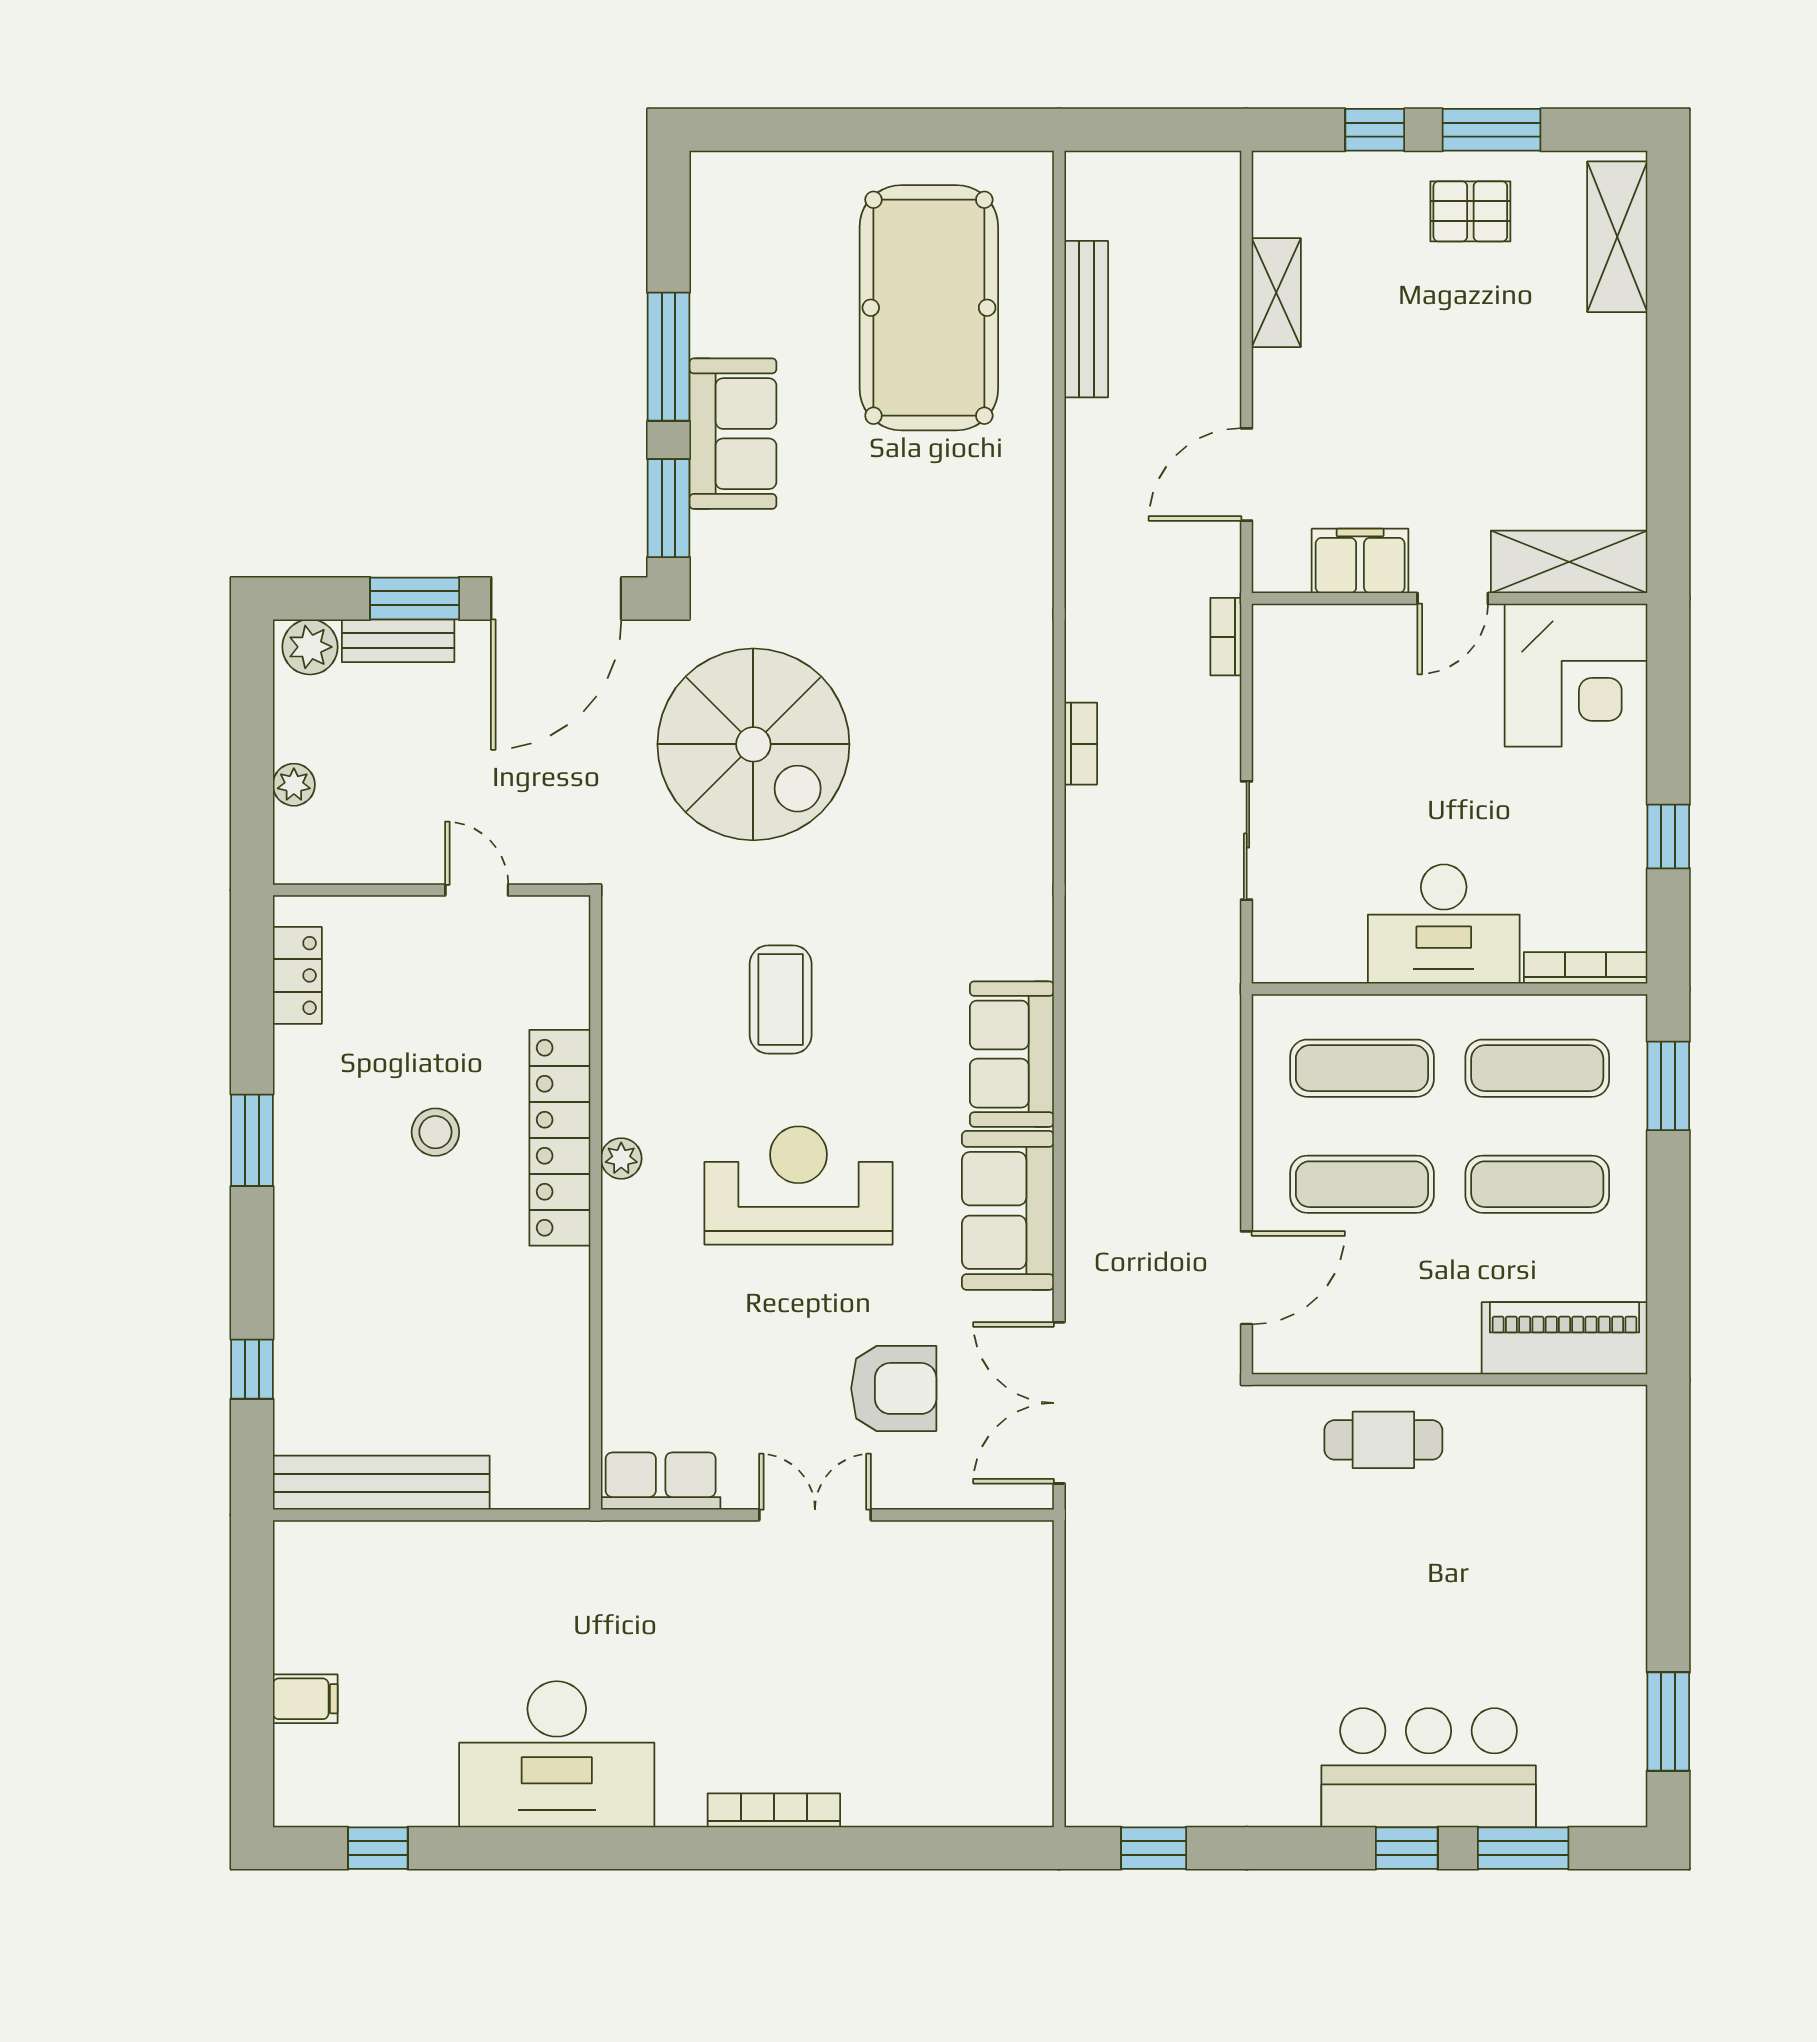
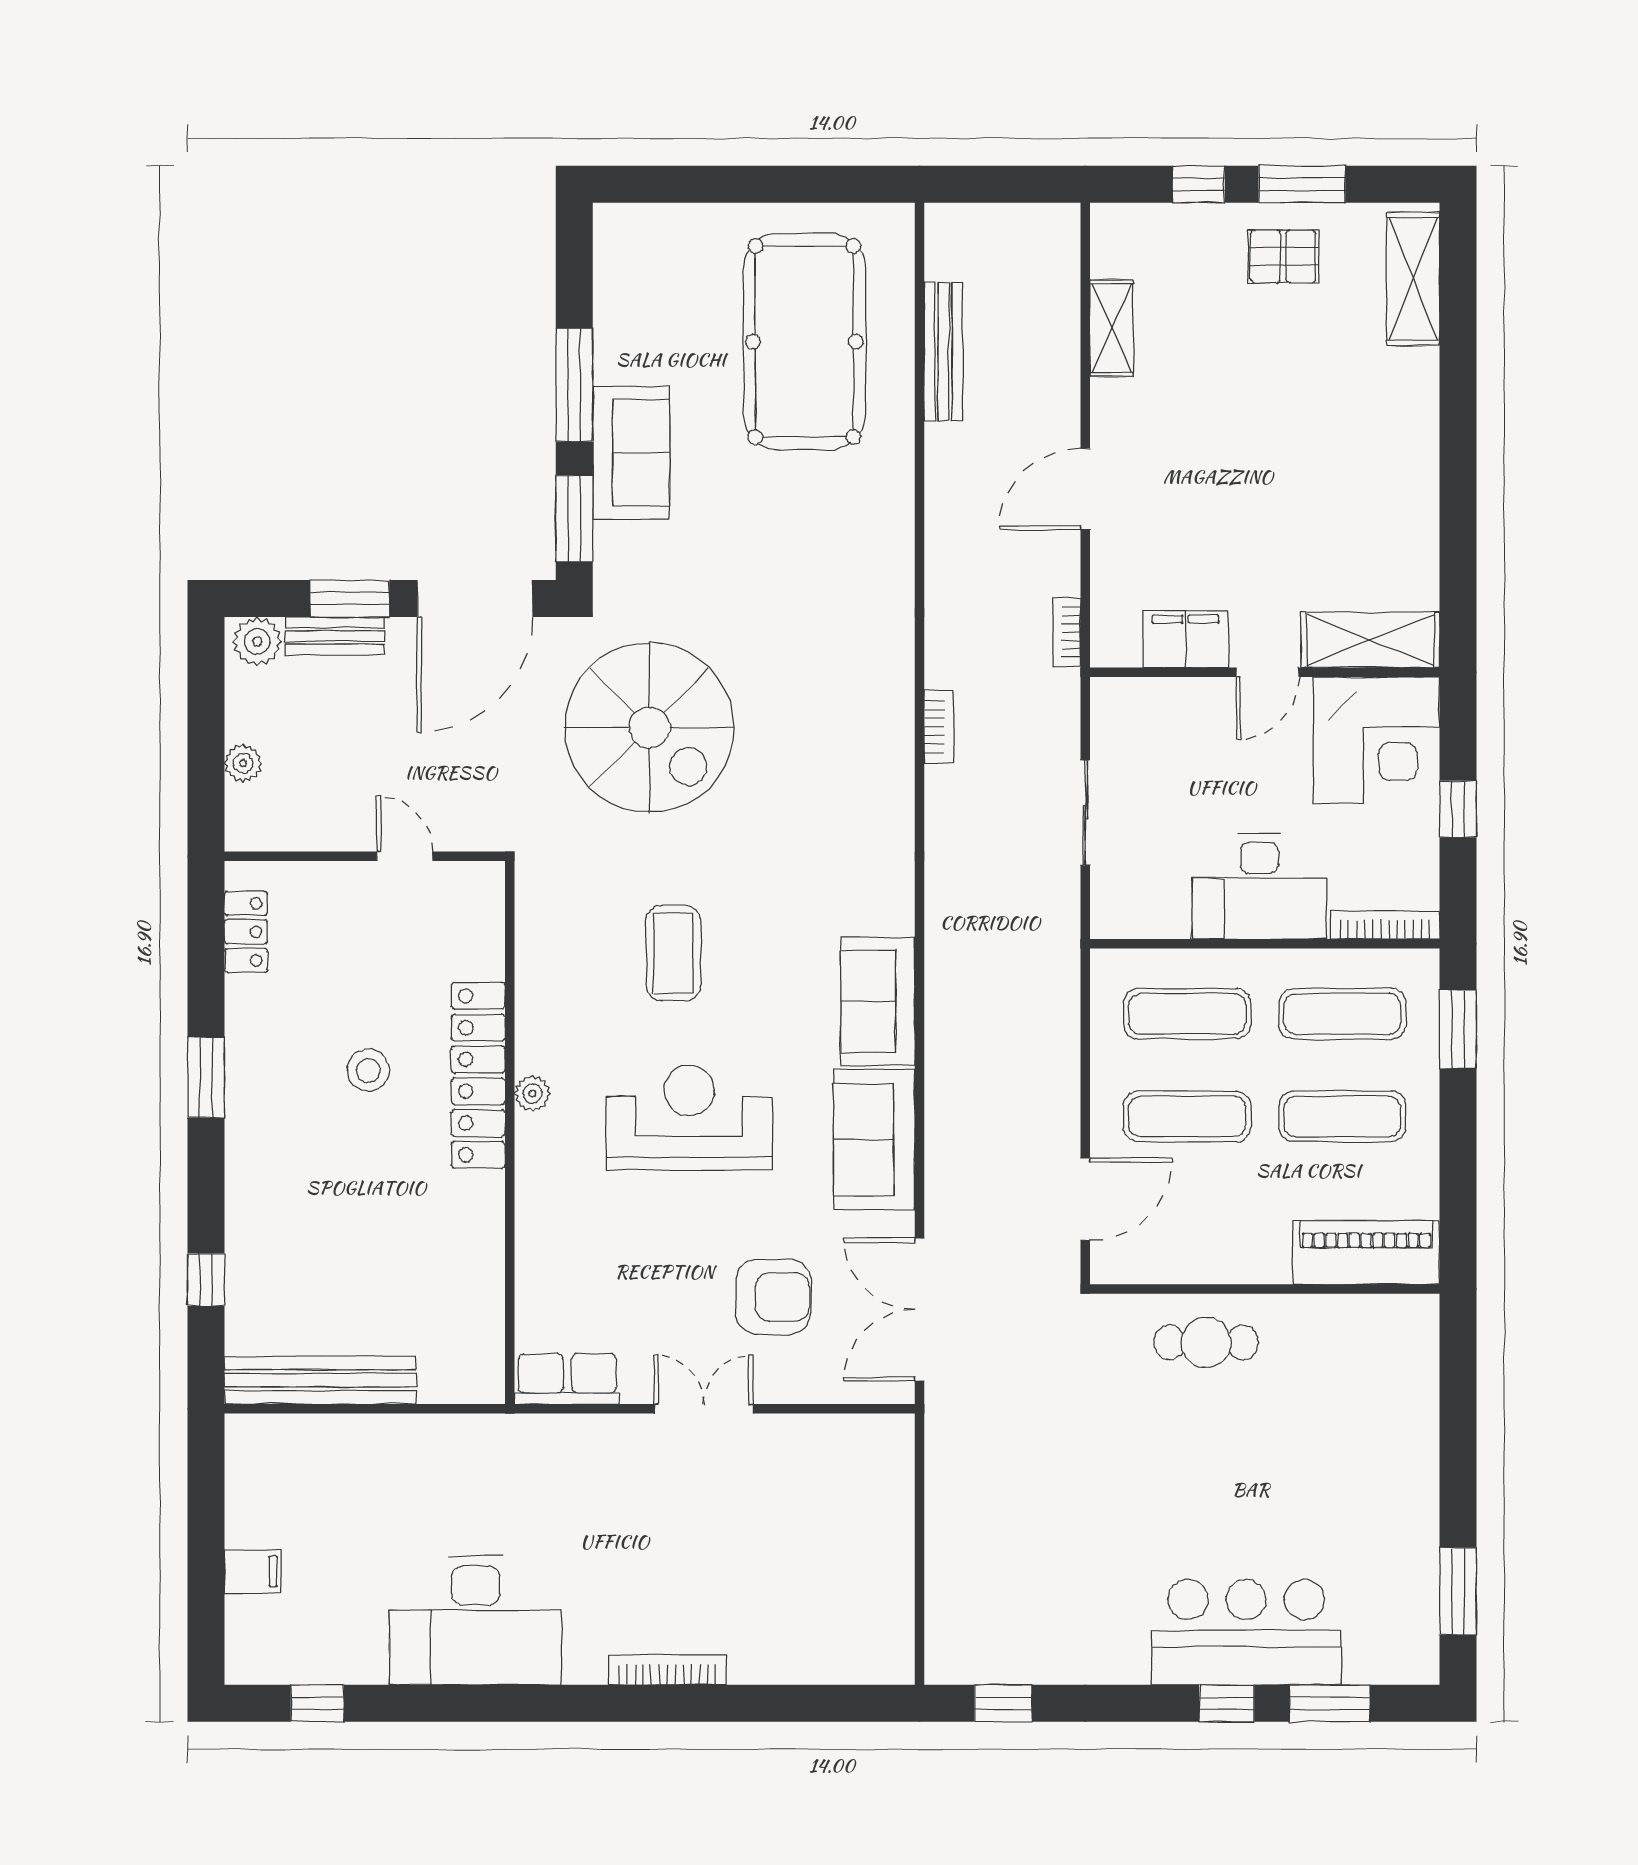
filing cabinet: (1360, 561) -> (1186, 639), moved
shelving: (1569, 562) -> (1370, 640), moved
wall: (1450, 598) -> (1265, 672), moved
door: (1453, 598) -> (1268, 672), moved
corner desk: (1576, 675) -> (1376, 740), moved

